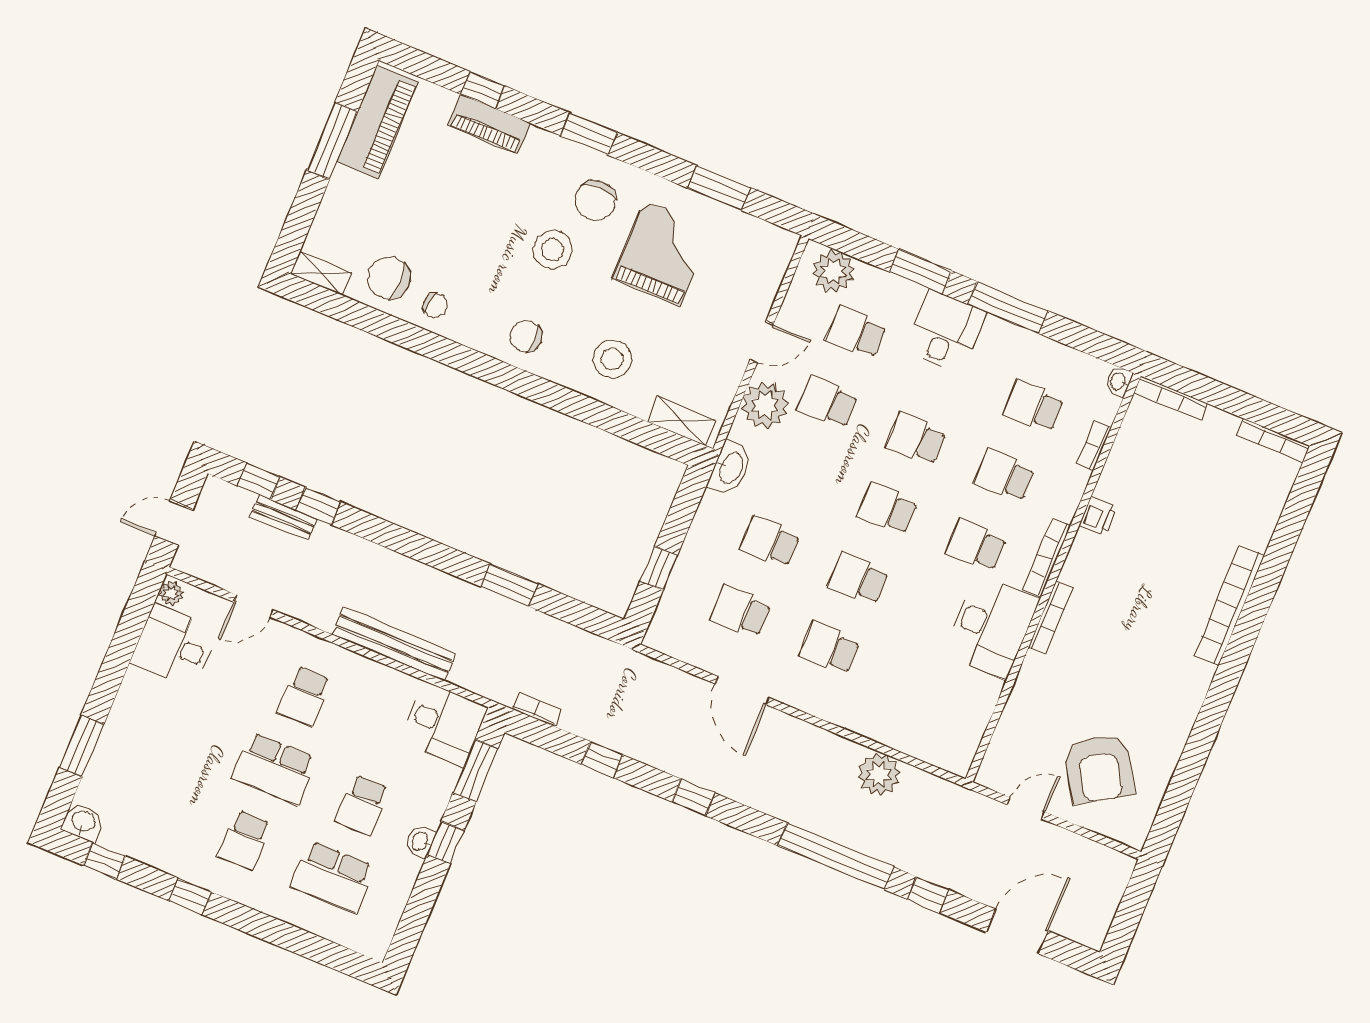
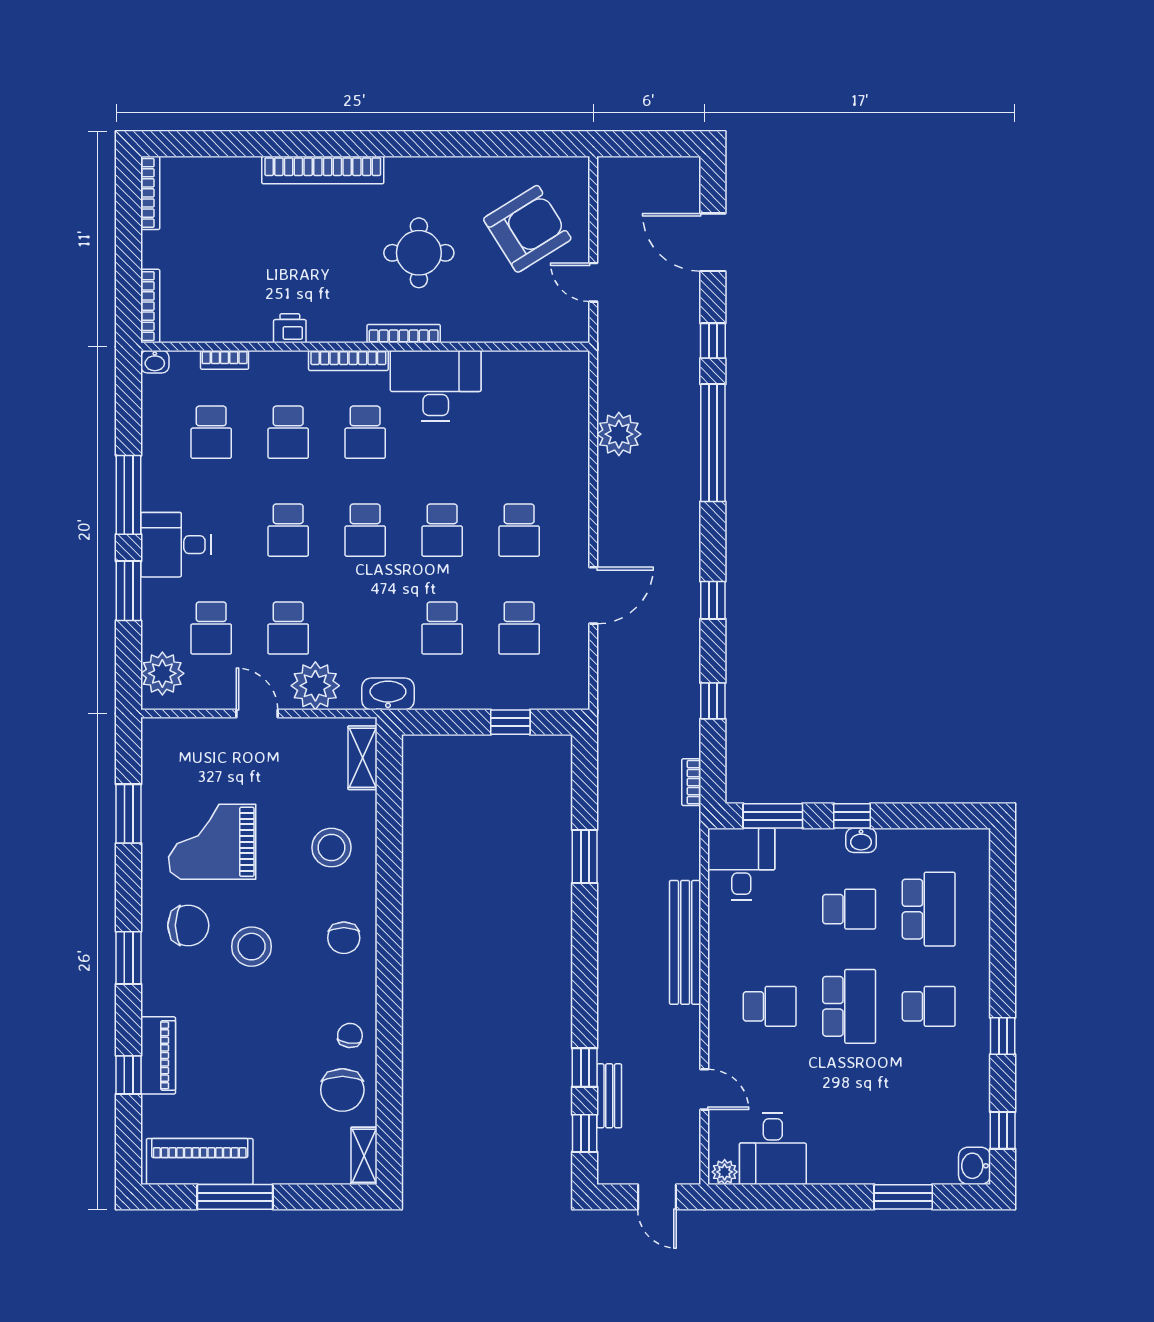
round table: (1118, 661) -> (419, 253), added

